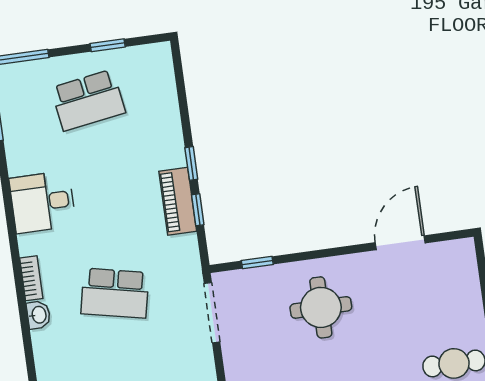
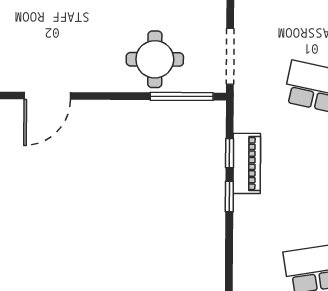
window: (257, 263) -> (182, 96), width x2.17
round table: (321, 307) -> (155, 59), moved

